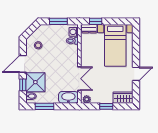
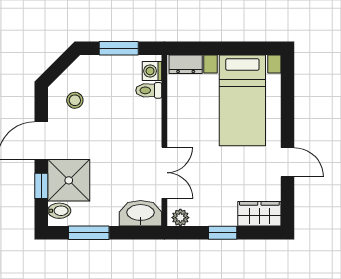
window: (96, 21) -> (200, 48), removed
door: (136, 74) -> (287, 162), hinge flipped

